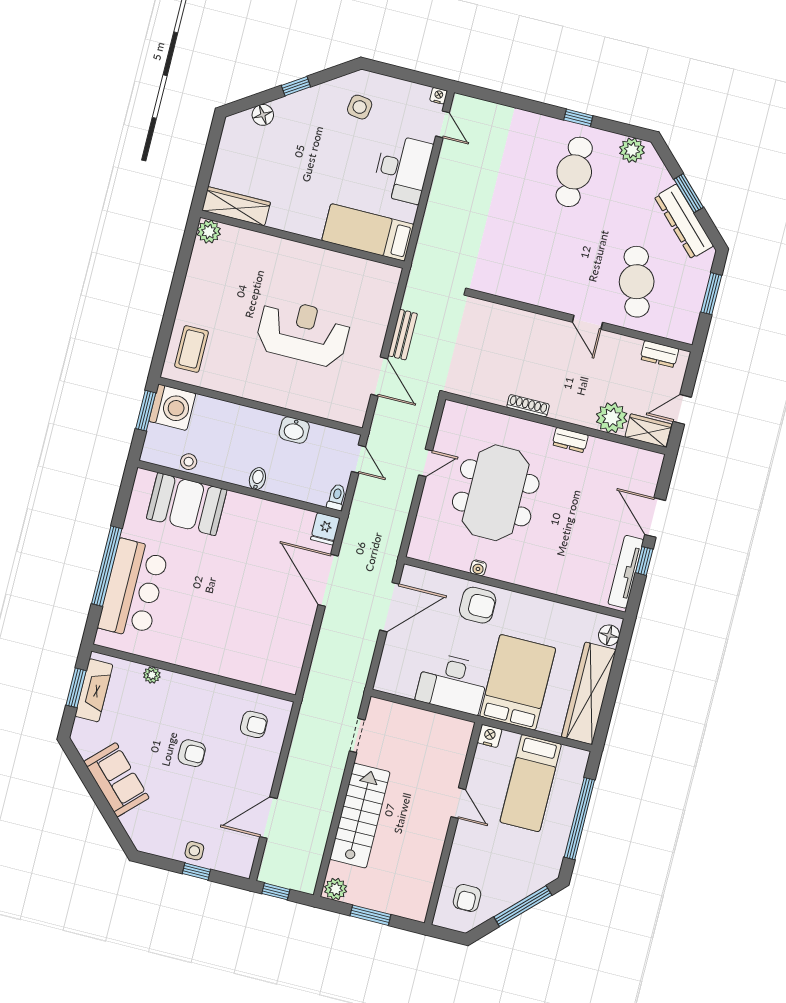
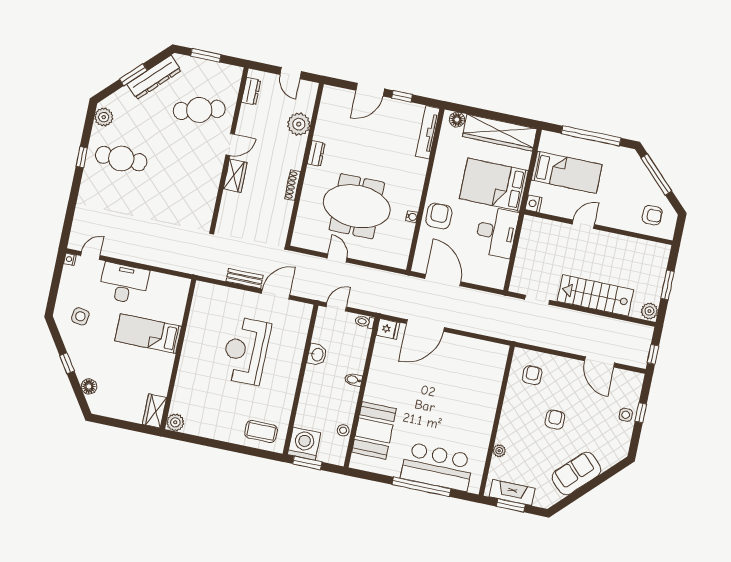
wardrobe: (236, 206) -> (155, 411), width x0.67
bed: (368, 232) -> (148, 334), moved, turned 90
wardrobe: (648, 431) -> (235, 176), moved, turned 180
tv unit: (626, 572) -> (428, 132), moved, turned 90

